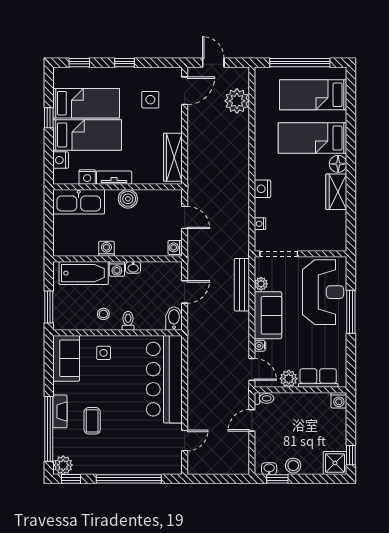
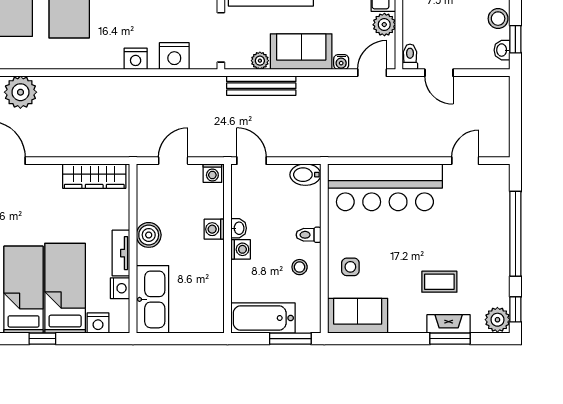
side table: (150, 100) -> (19, 206), removed
nightstand: (260, 224) -> (174, 56), width x1.89, depth x1.79
washing machine: (106, 249) -> (214, 229), moved
bathtub: (84, 273) -> (263, 318), moved, turned -90
door: (185, 292) -> (252, 161), moved
fireplace: (60, 411) -> (449, 324), moved
window: (49, 429) -> (450, 339), width x0.47
door: (185, 441) -> (465, 161), hinge flipped

